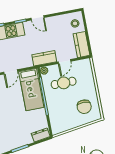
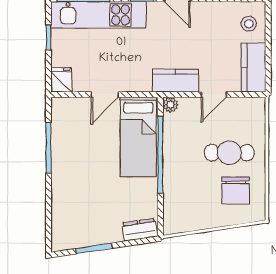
cafe table: (64, 83) -> (229, 153), moved

